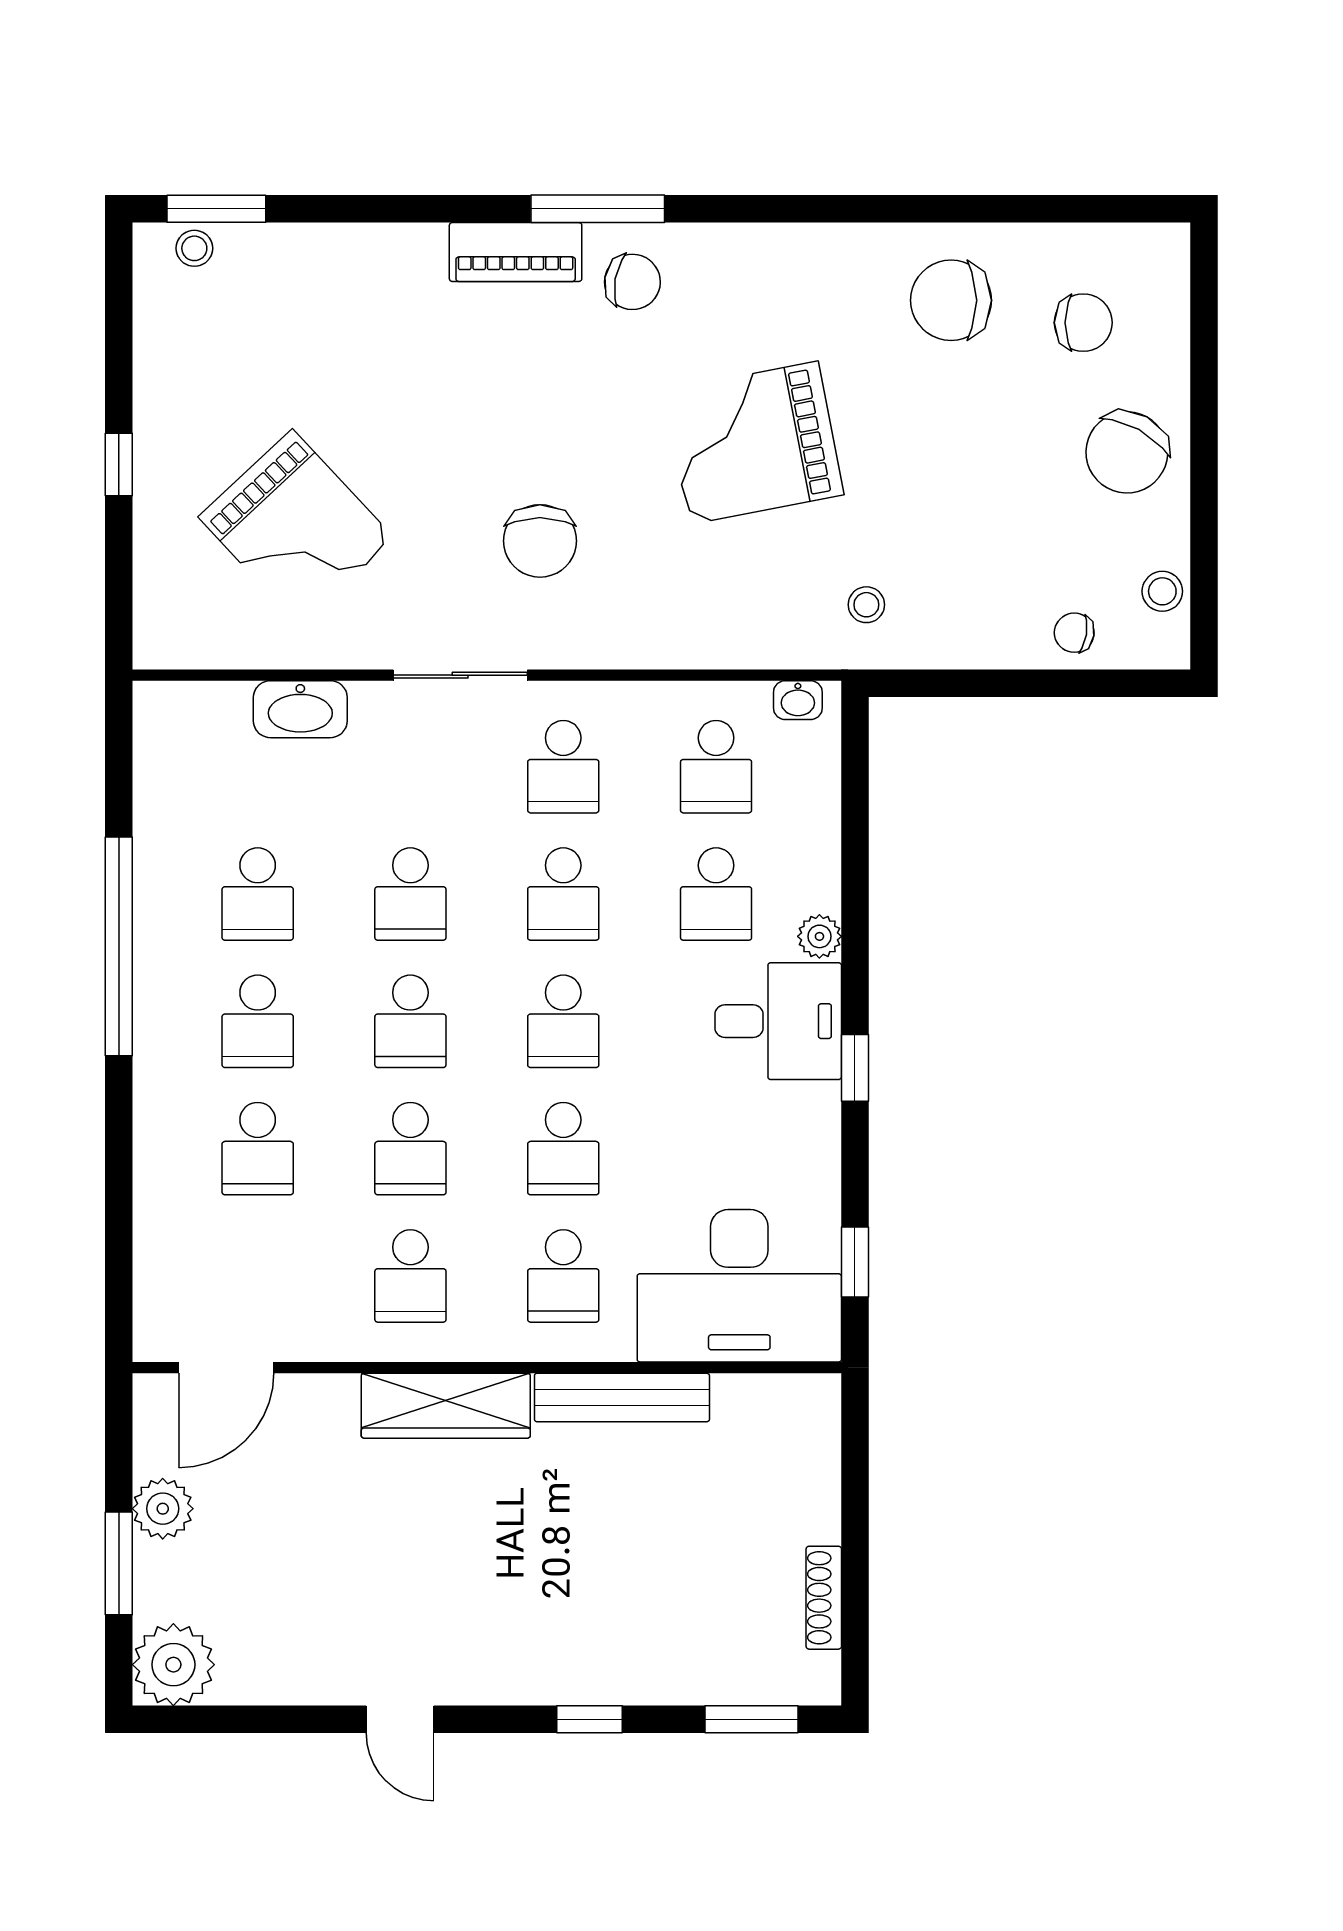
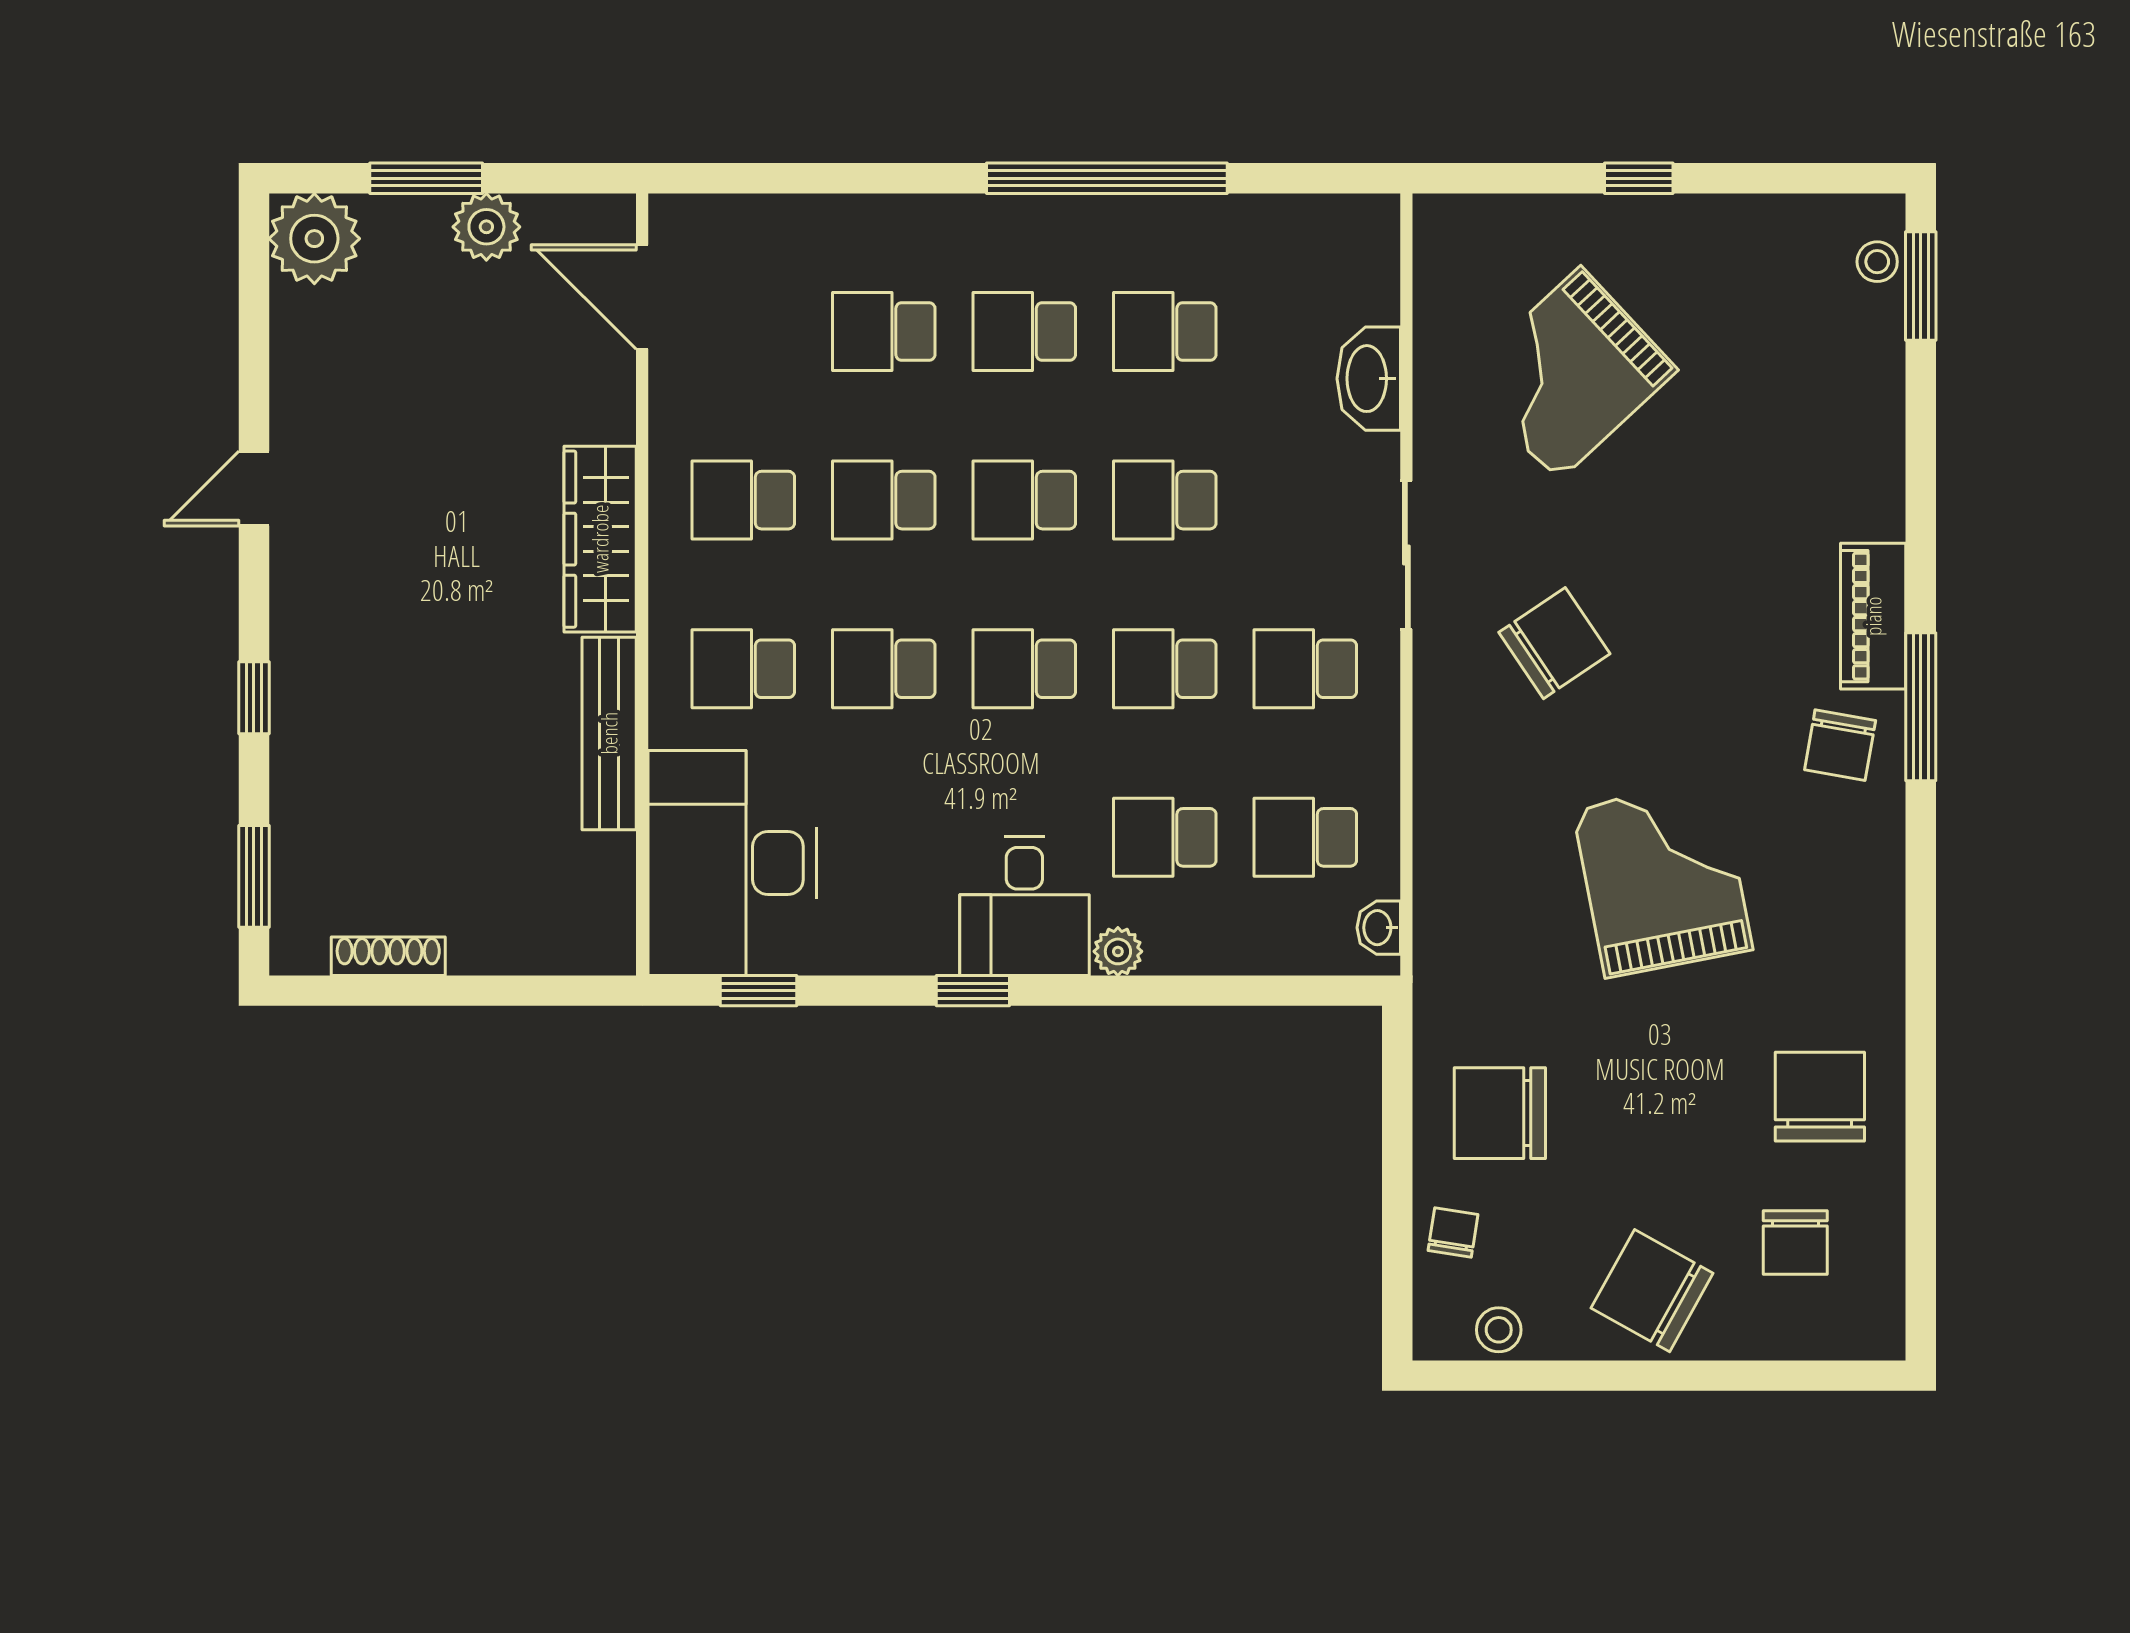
chair: (540, 541) -> (1554, 643), turned 146
chair: (966, 590) -> (1500, 1113), added
stool: (866, 605) -> (1484, 1003), removed

